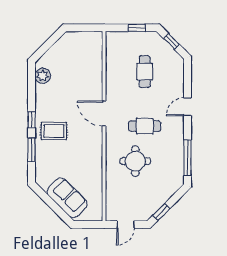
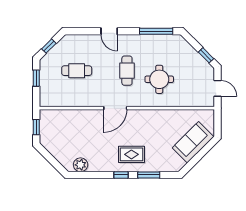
window: (83, 28) -> (36, 127), added
rug: (54, 131) -> (131, 154), turned 90

